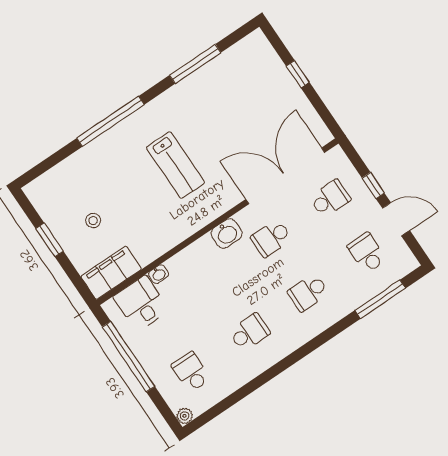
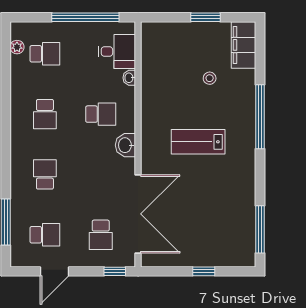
window: (195, 64) -> (260, 229), moved
window: (373, 185) -> (115, 271), moved
stool: (93, 220) -> (210, 78), moved
school desk: (271, 238) -> (101, 114), moved, turned 90
filing cabinet: (111, 273) -> (243, 45), moved, turned 180
plant: (184, 416) -> (17, 47), moved

